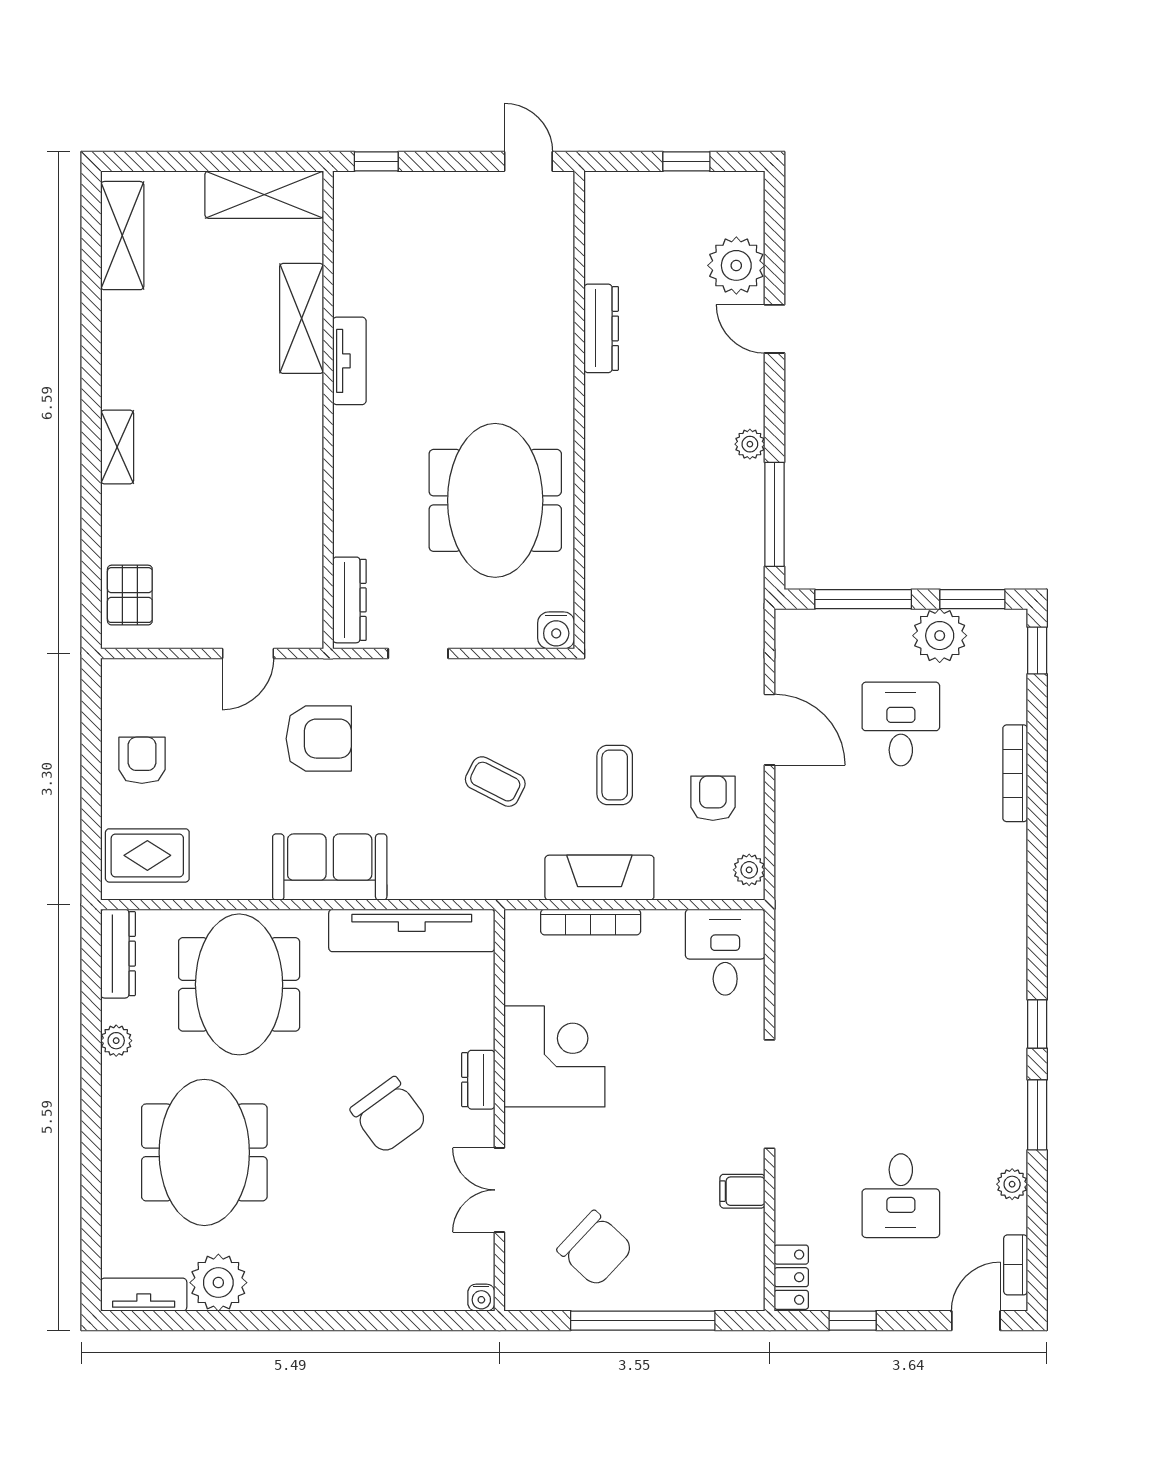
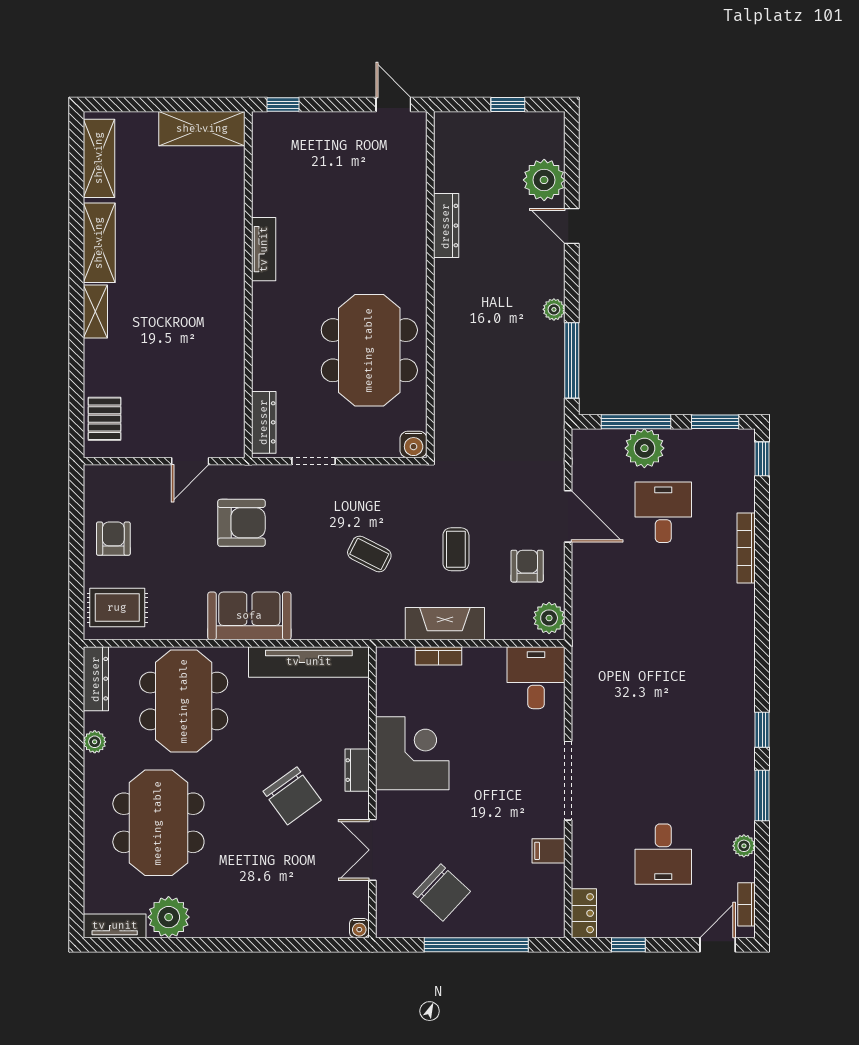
shelving: (302, 318) -> (99, 243), moved
plant: (940, 636) -> (644, 448), moved
plant: (749, 870) -> (549, 618), width x1.38, depth x1.38
bookcase: (591, 922) -> (438, 656), width x0.64

